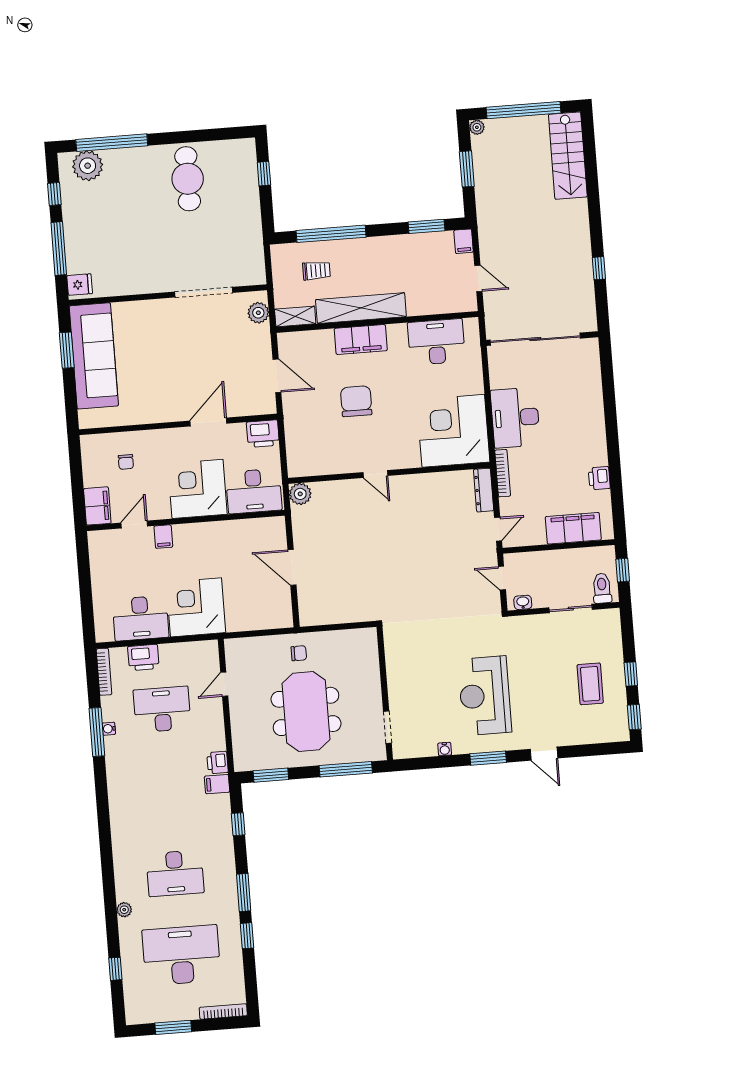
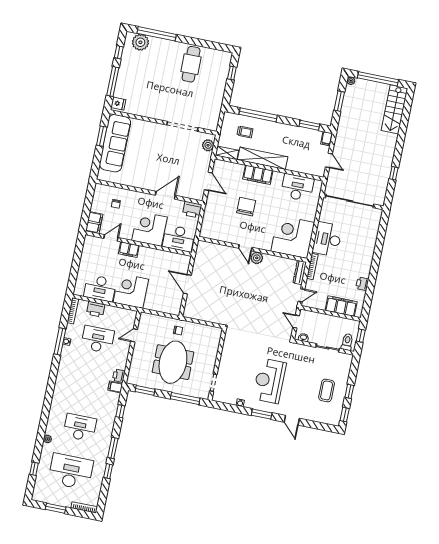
plant: (300, 494) -> (257, 258), moved
filing cabinet: (163, 537) -> (129, 250), width x2.00
desk: (175, 873) -> (80, 427), turned 180

